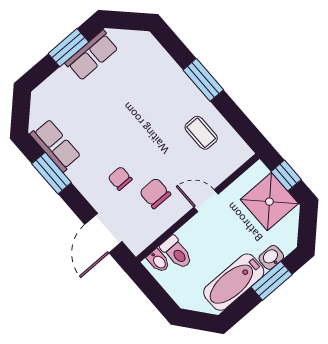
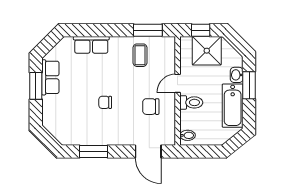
window: (203, 80) -> (148, 30), moved
coffee table: (201, 133) -> (140, 55), turned 90
row of seats: (56, 145) -> (91, 45), moved, turned 180
chair: (120, 178) -> (105, 102), moved
toilet: (177, 252) -> (191, 102), moved

